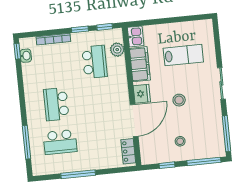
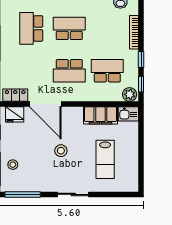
plant: (117, 50) -> (130, 94), moved
school desk: (95, 62) -> (107, 71), turned 180
fridge: (142, 94) -> (15, 114), moved
school desk: (98, 100) -> (69, 71), added
stool: (180, 141) -> (13, 165), moved

